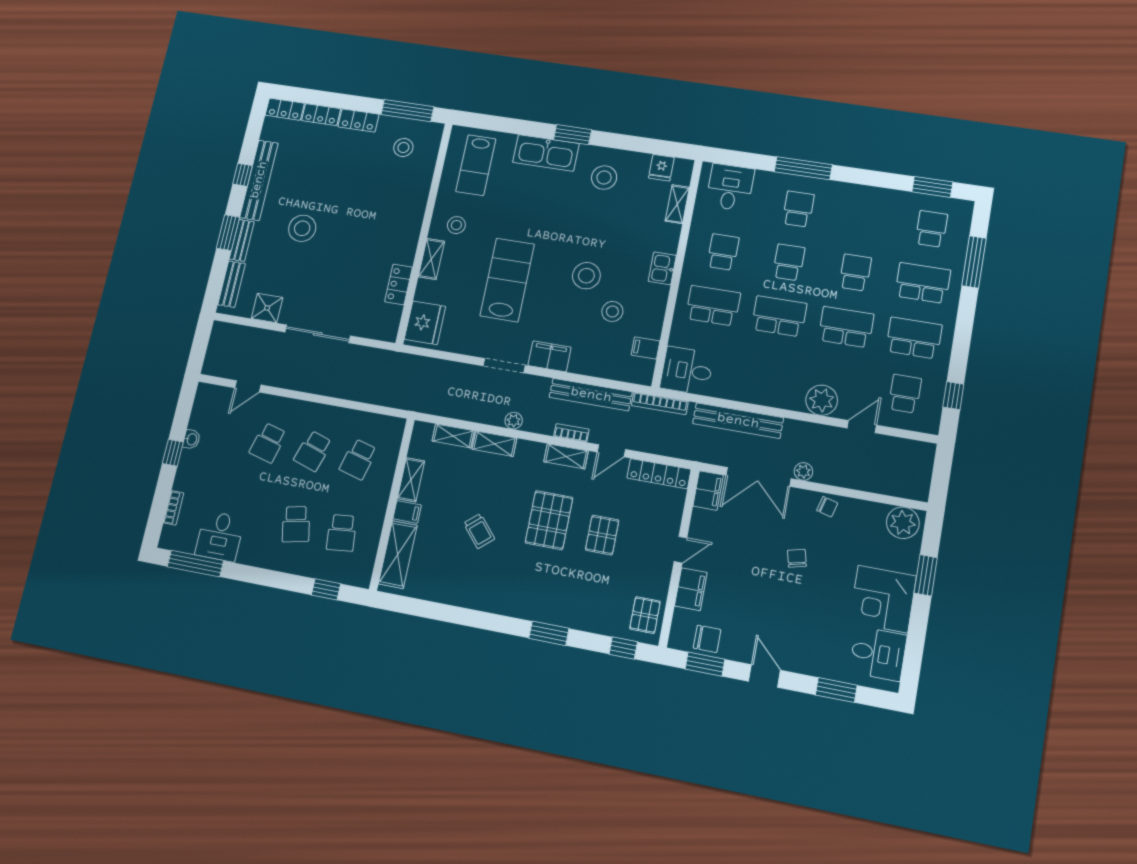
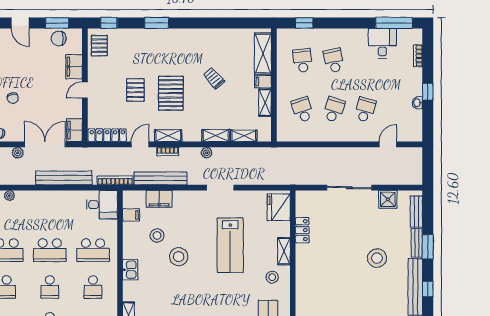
filing cabinet: (550, 356) -> (159, 199), moved
plant: (822, 400) -> (9, 196), width x0.53, depth x0.53
school desk: (358, 459) -> (303, 110), turned -33

